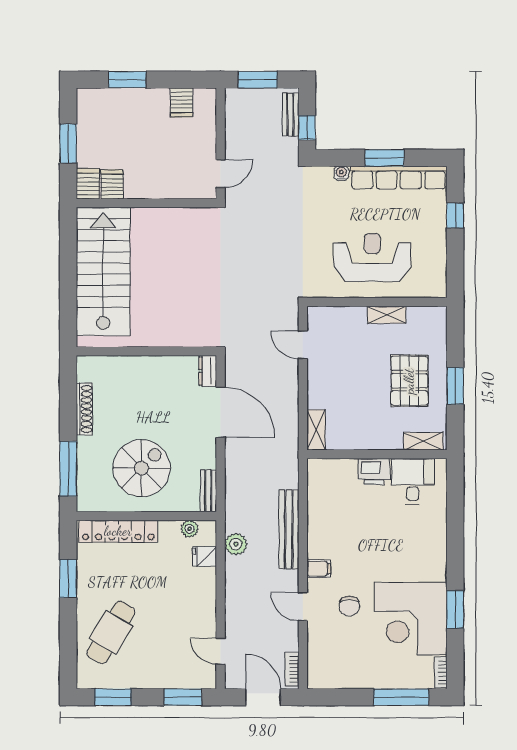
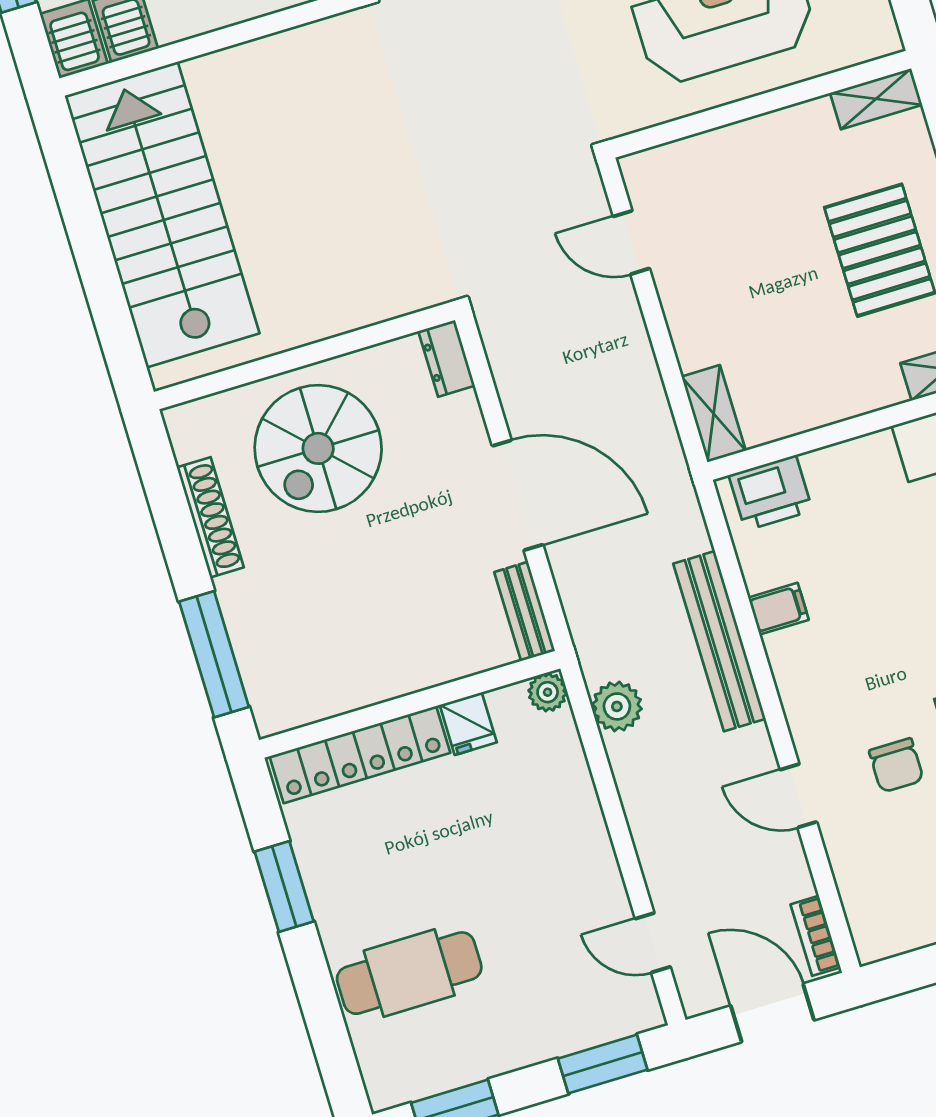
shelving: (387, 315) -> (876, 99), moved
door: (221, 412) -> (518, 495), moved
spiral stairs: (141, 468) -> (318, 448), moved, turned 180
printer: (374, 472) -> (771, 493), moved
plant: (190, 529) -> (548, 692), moved
fridge: (205, 556) -> (468, 724), moved, turned -90
filing cabinet: (319, 569) -> (778, 609), moved
cafe table: (111, 632) -> (409, 973), turned 59

